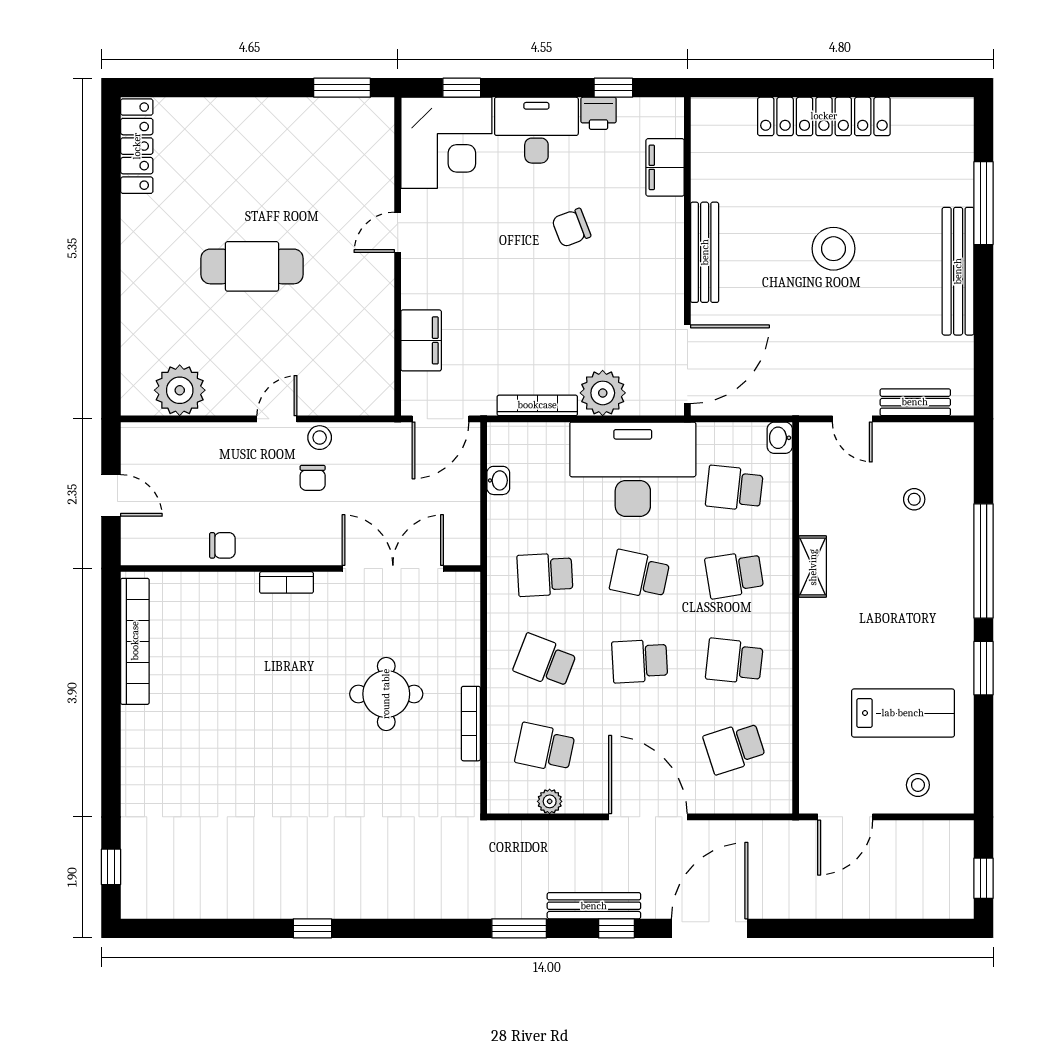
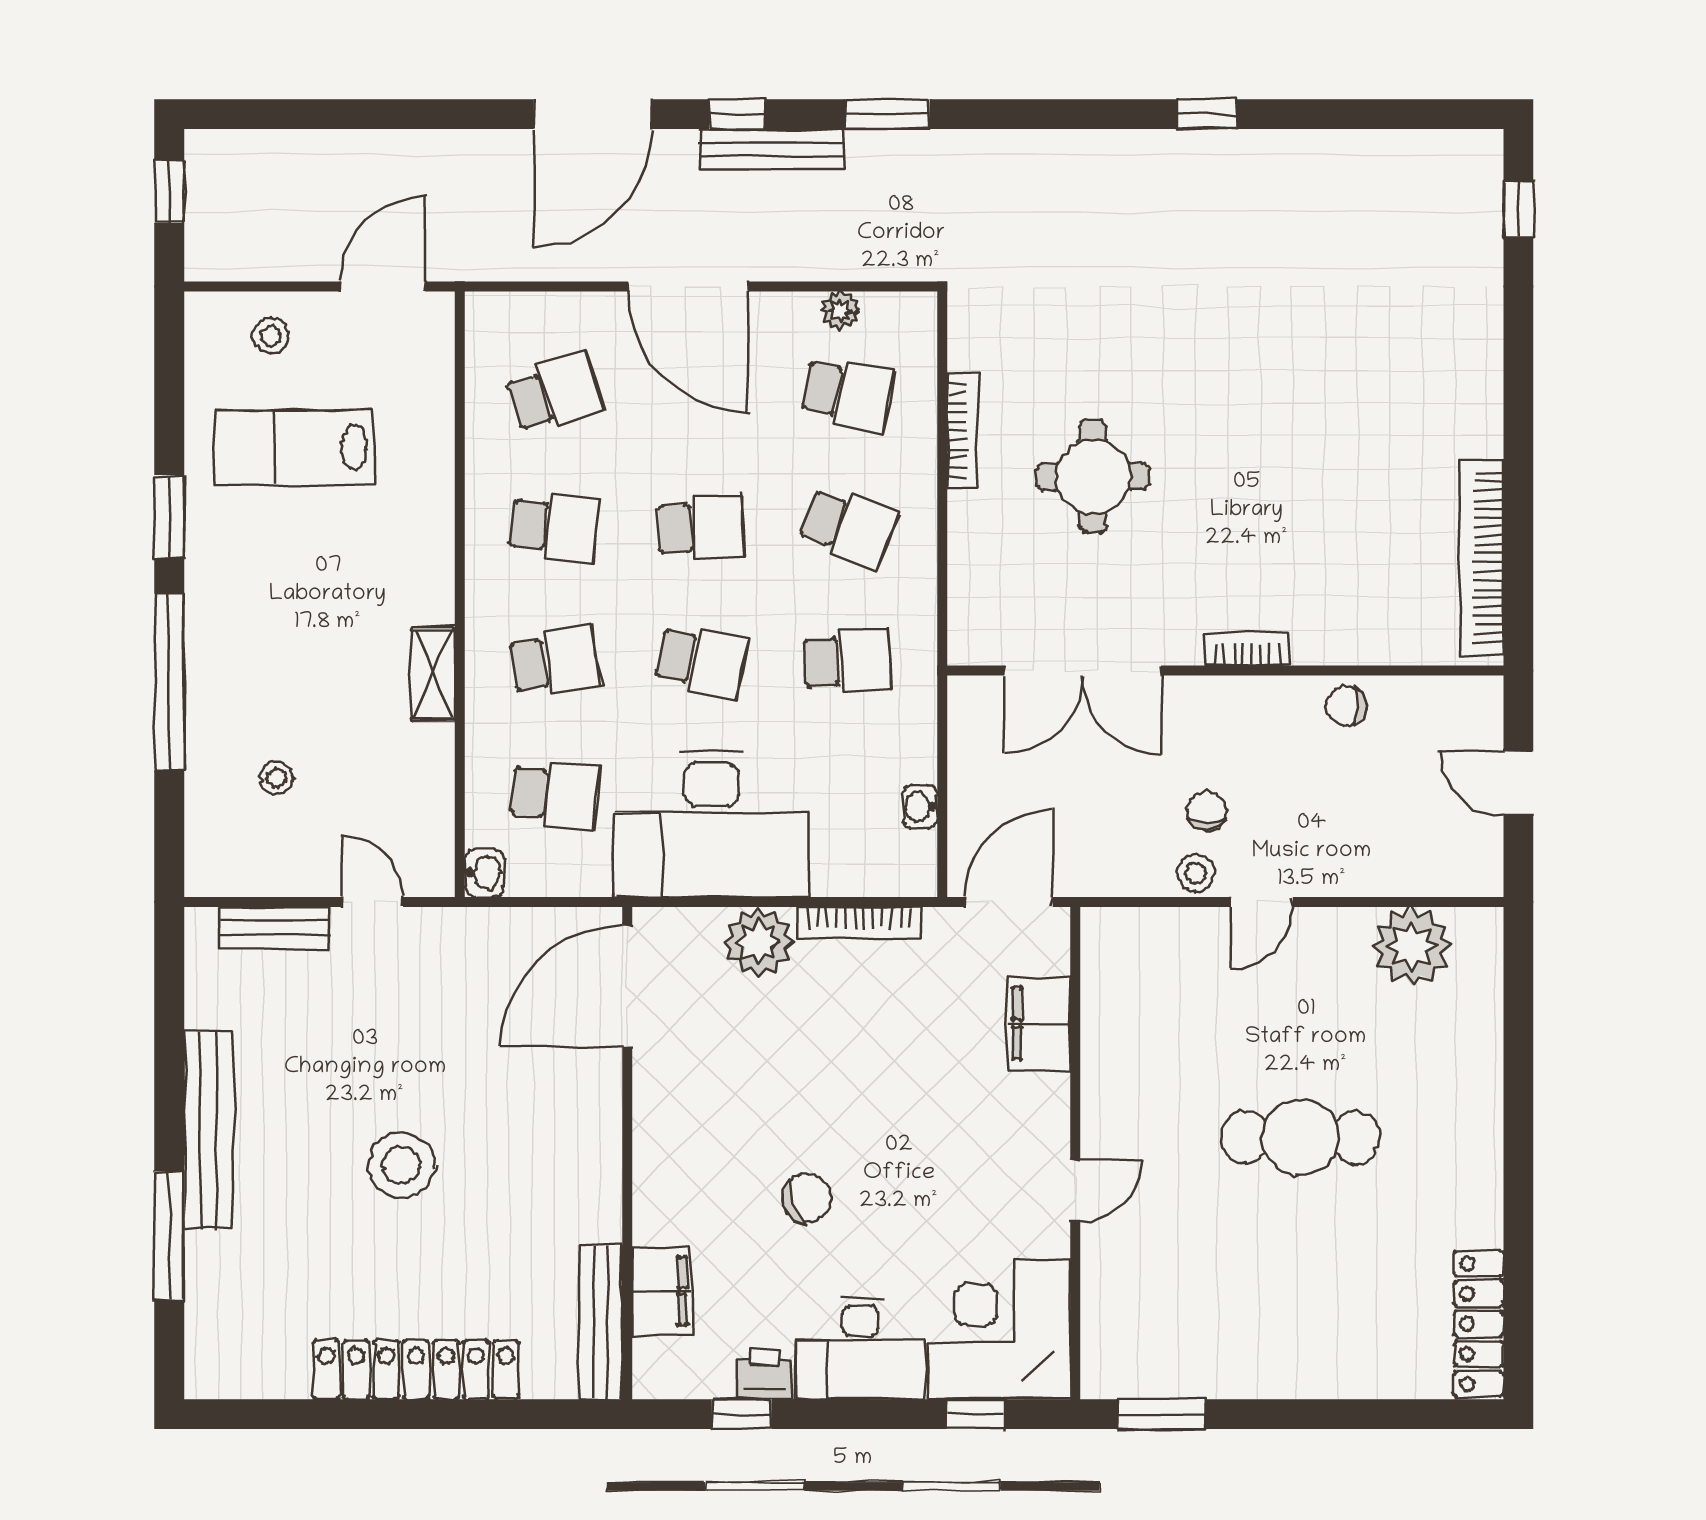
bench: (705, 252) -> (601, 1322), moved

